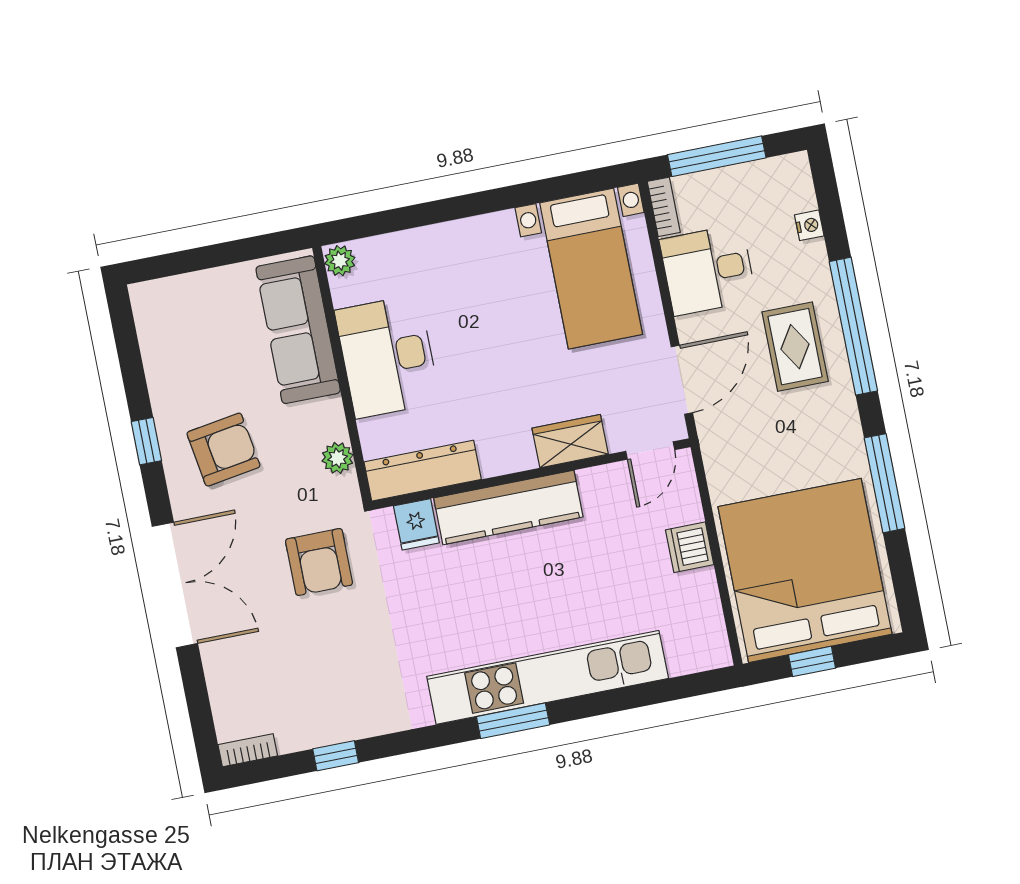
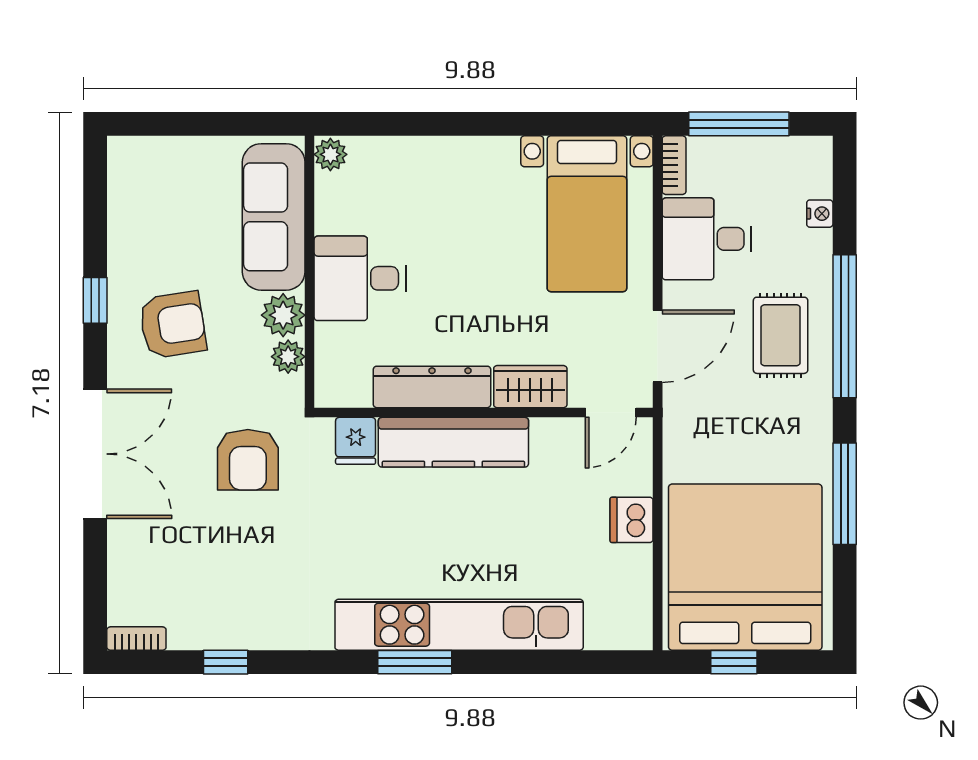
desk: (387, 356) -> (360, 278), width x0.73
plant: (325, 420) -> (283, 315), added
dresser: (423, 471) -> (432, 387), moved

